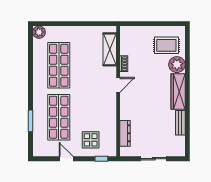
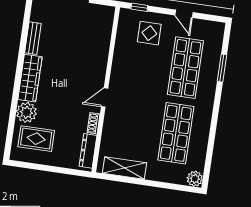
shelving: (110, 49) -> (125, 168), moved, turned 90
dresser: (125, 133) -> (88, 151), moved

